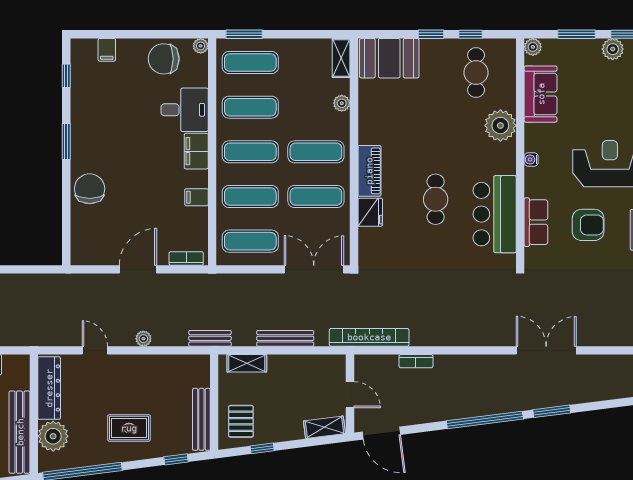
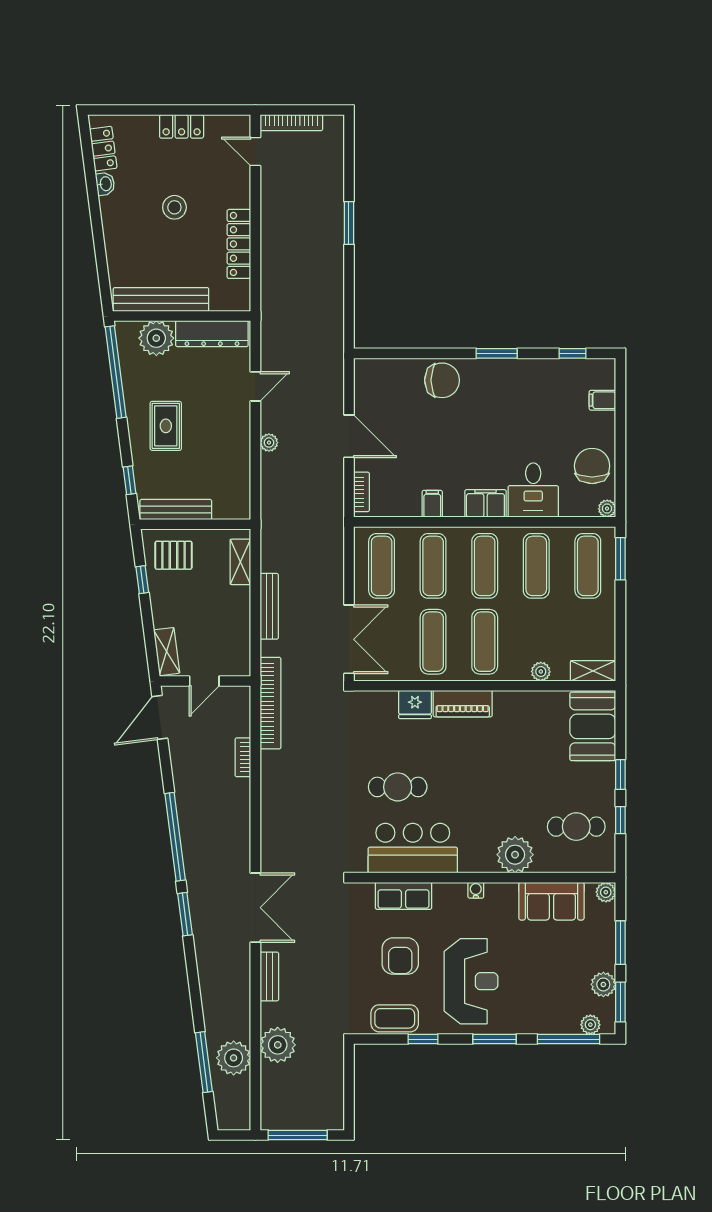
cafe table: (436, 199) -> (398, 787), moved
bench: (210, 338) -> (269, 976), moved

